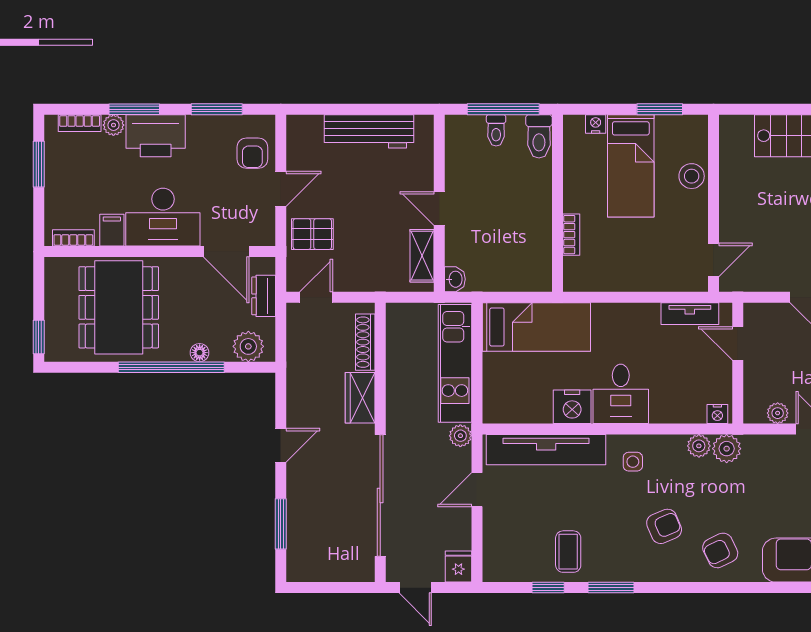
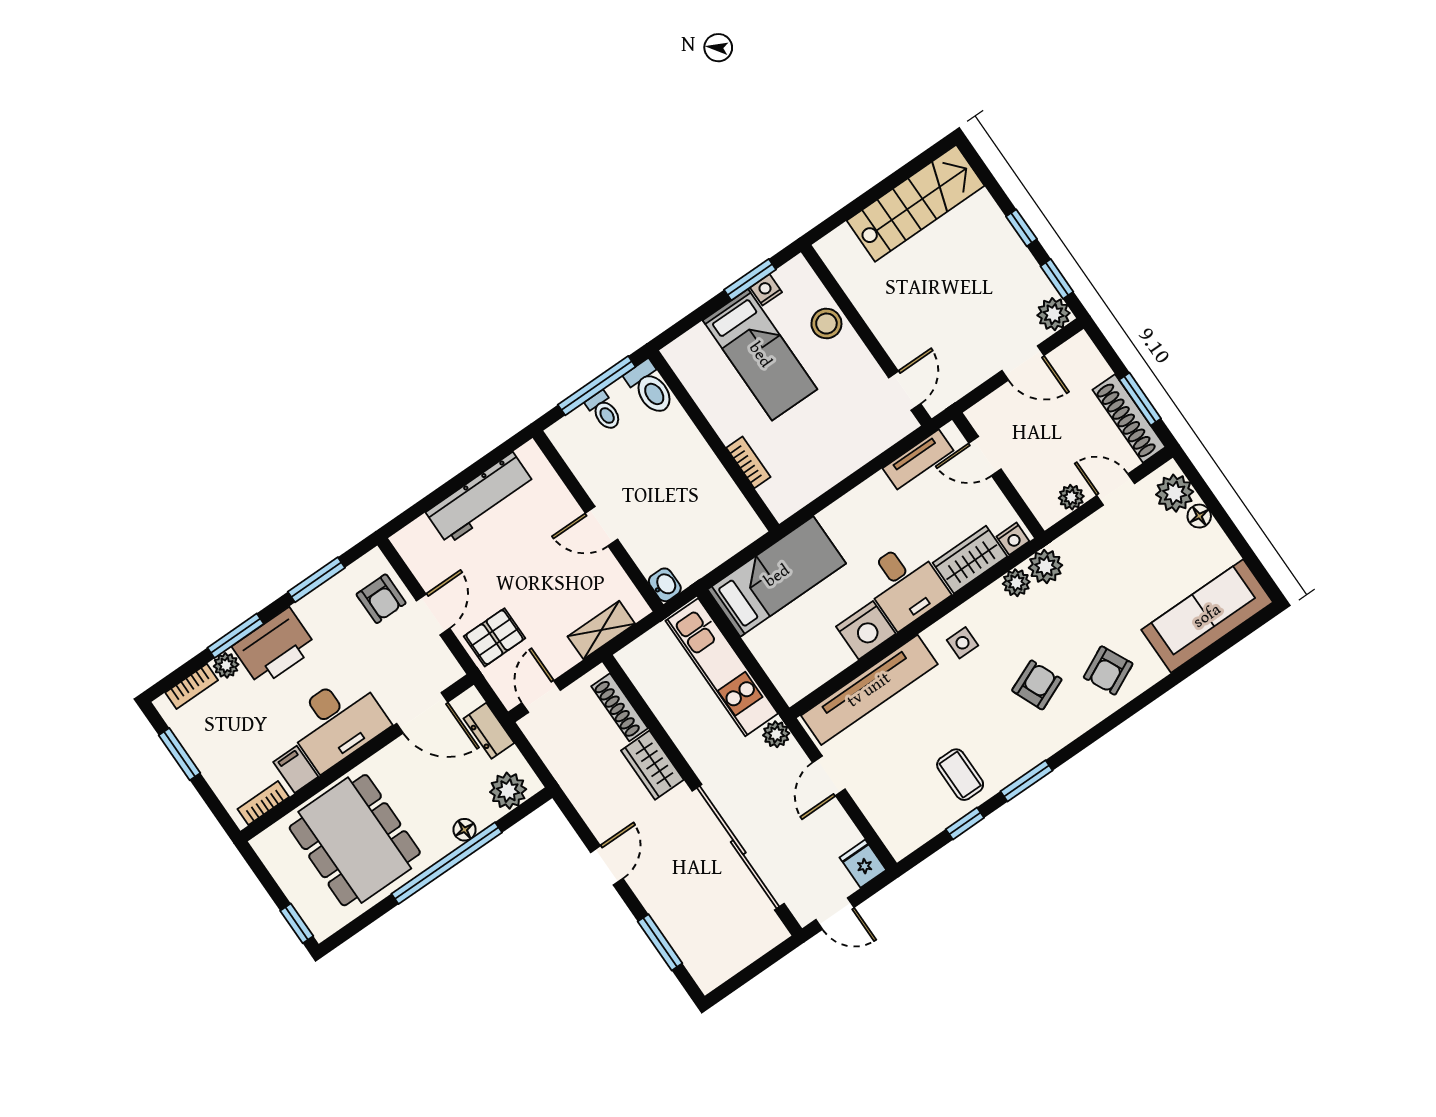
nightstand: (596, 124) -> (766, 290), moved
shelving: (422, 256) -> (601, 630), moved, turned 90
wardrobe: (678, 408) -> (970, 560), added

